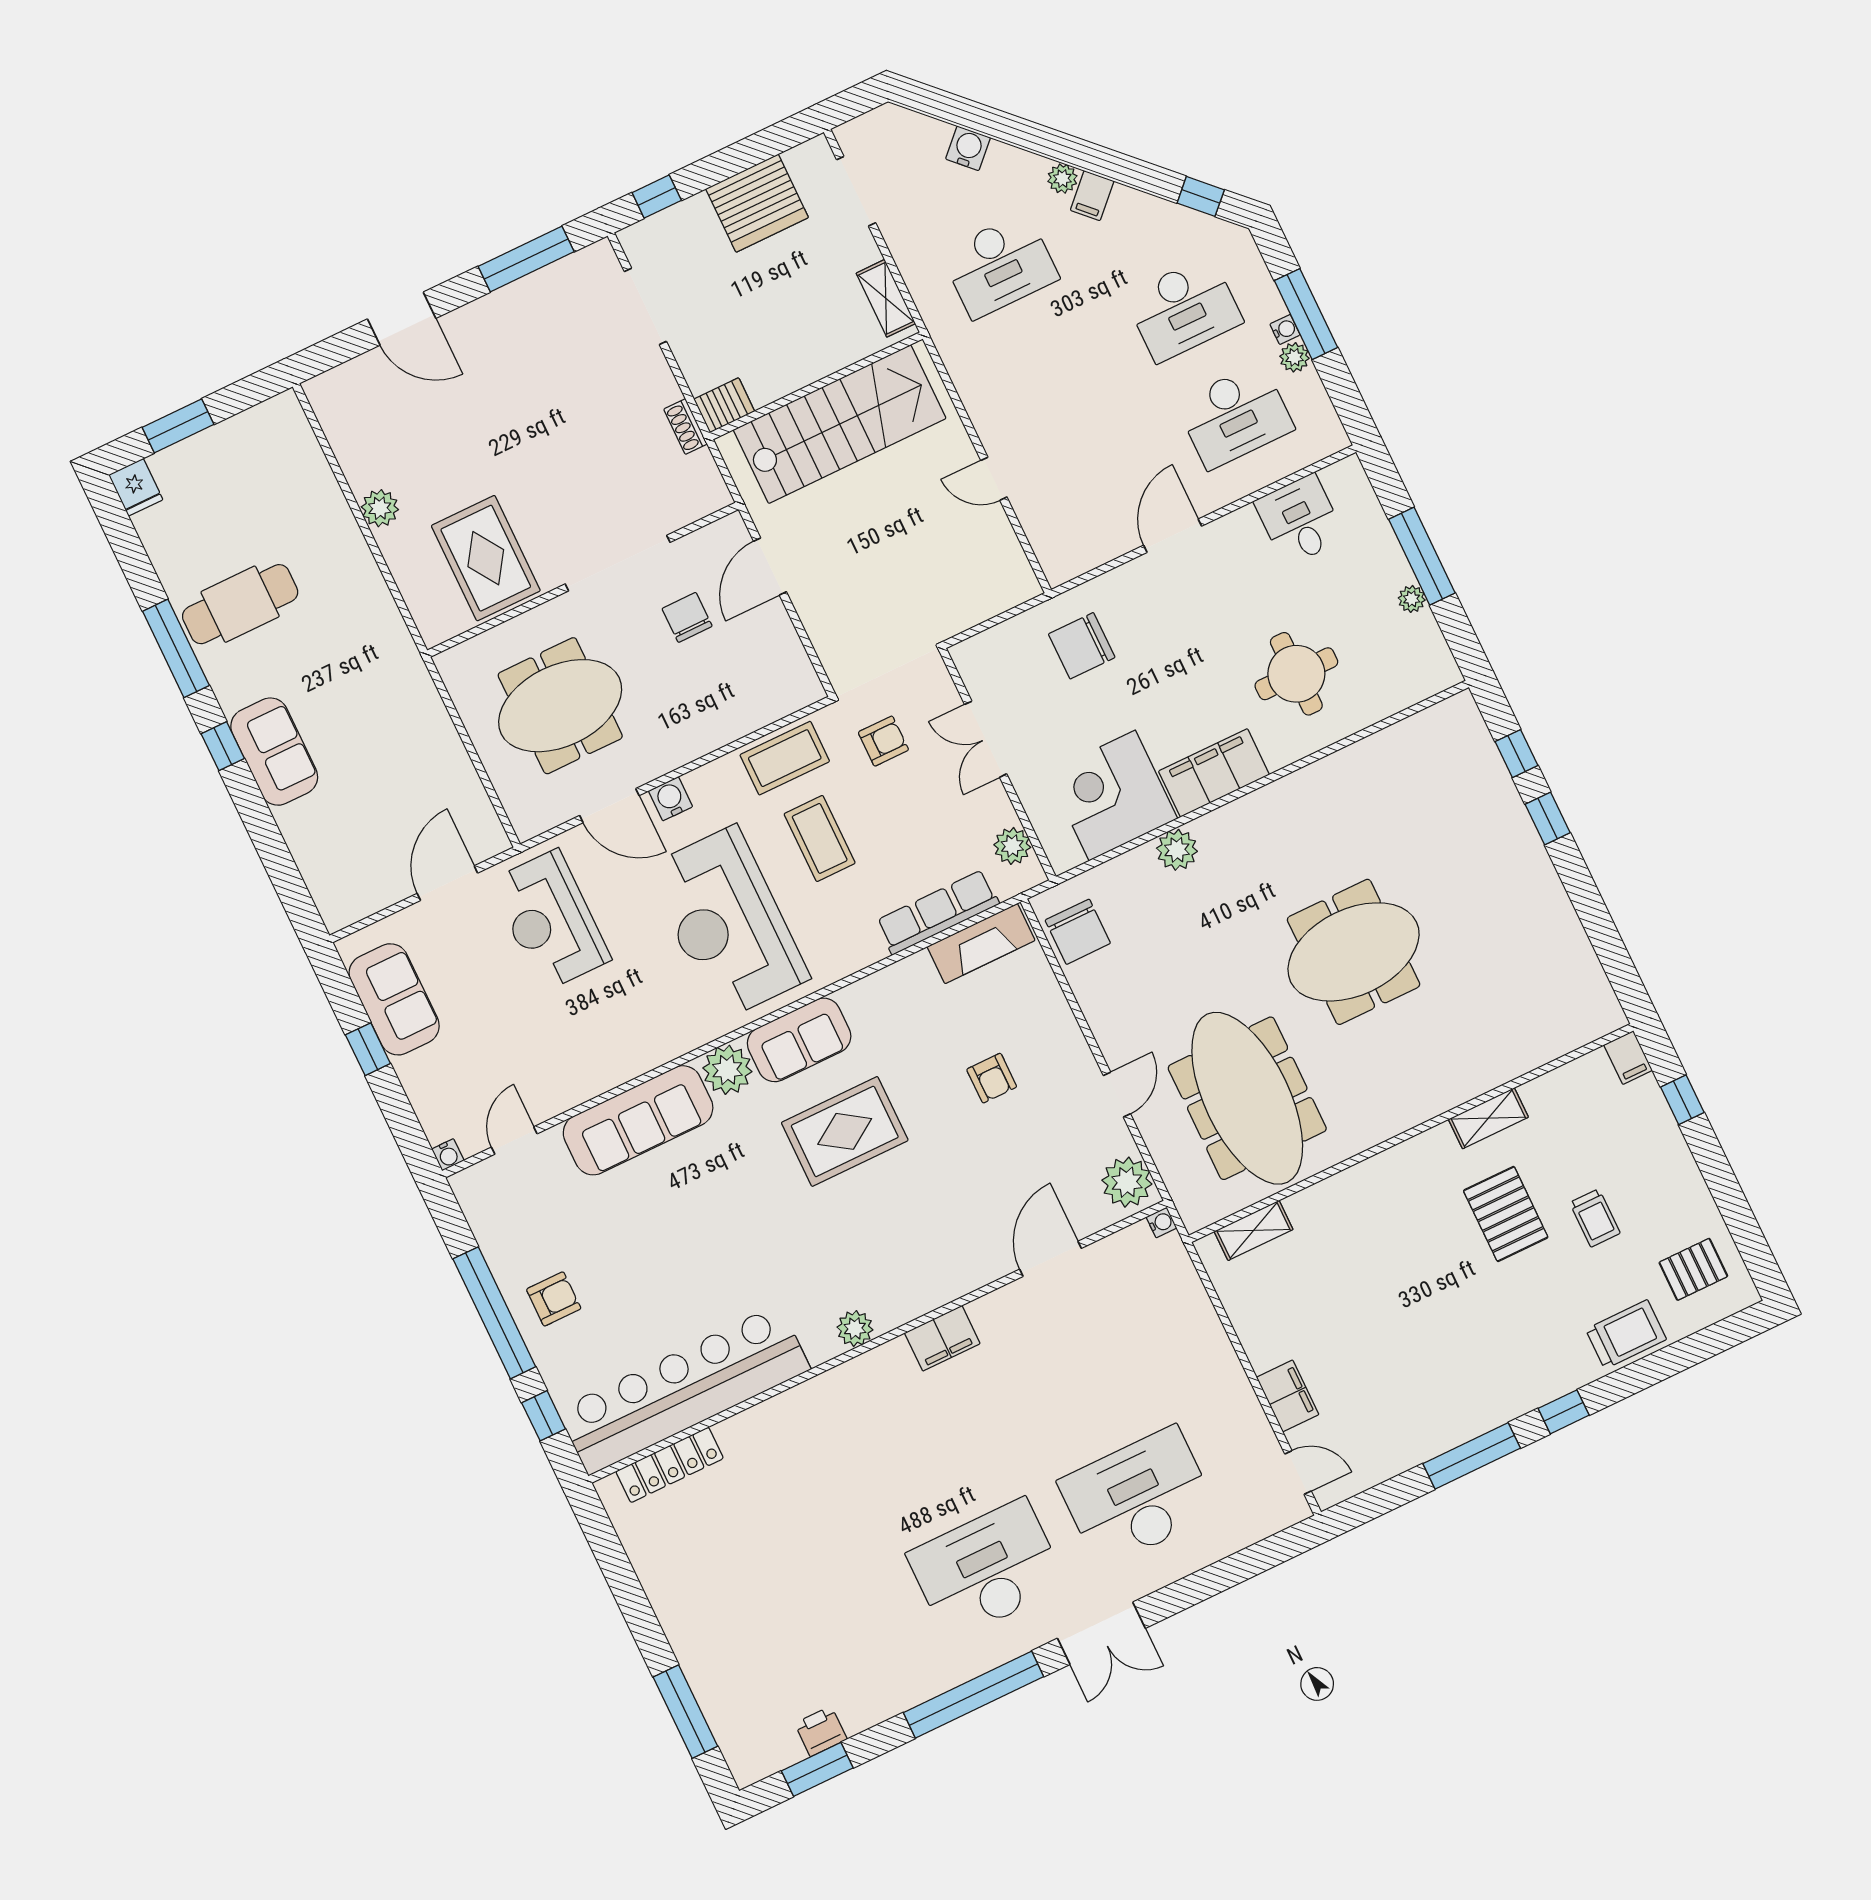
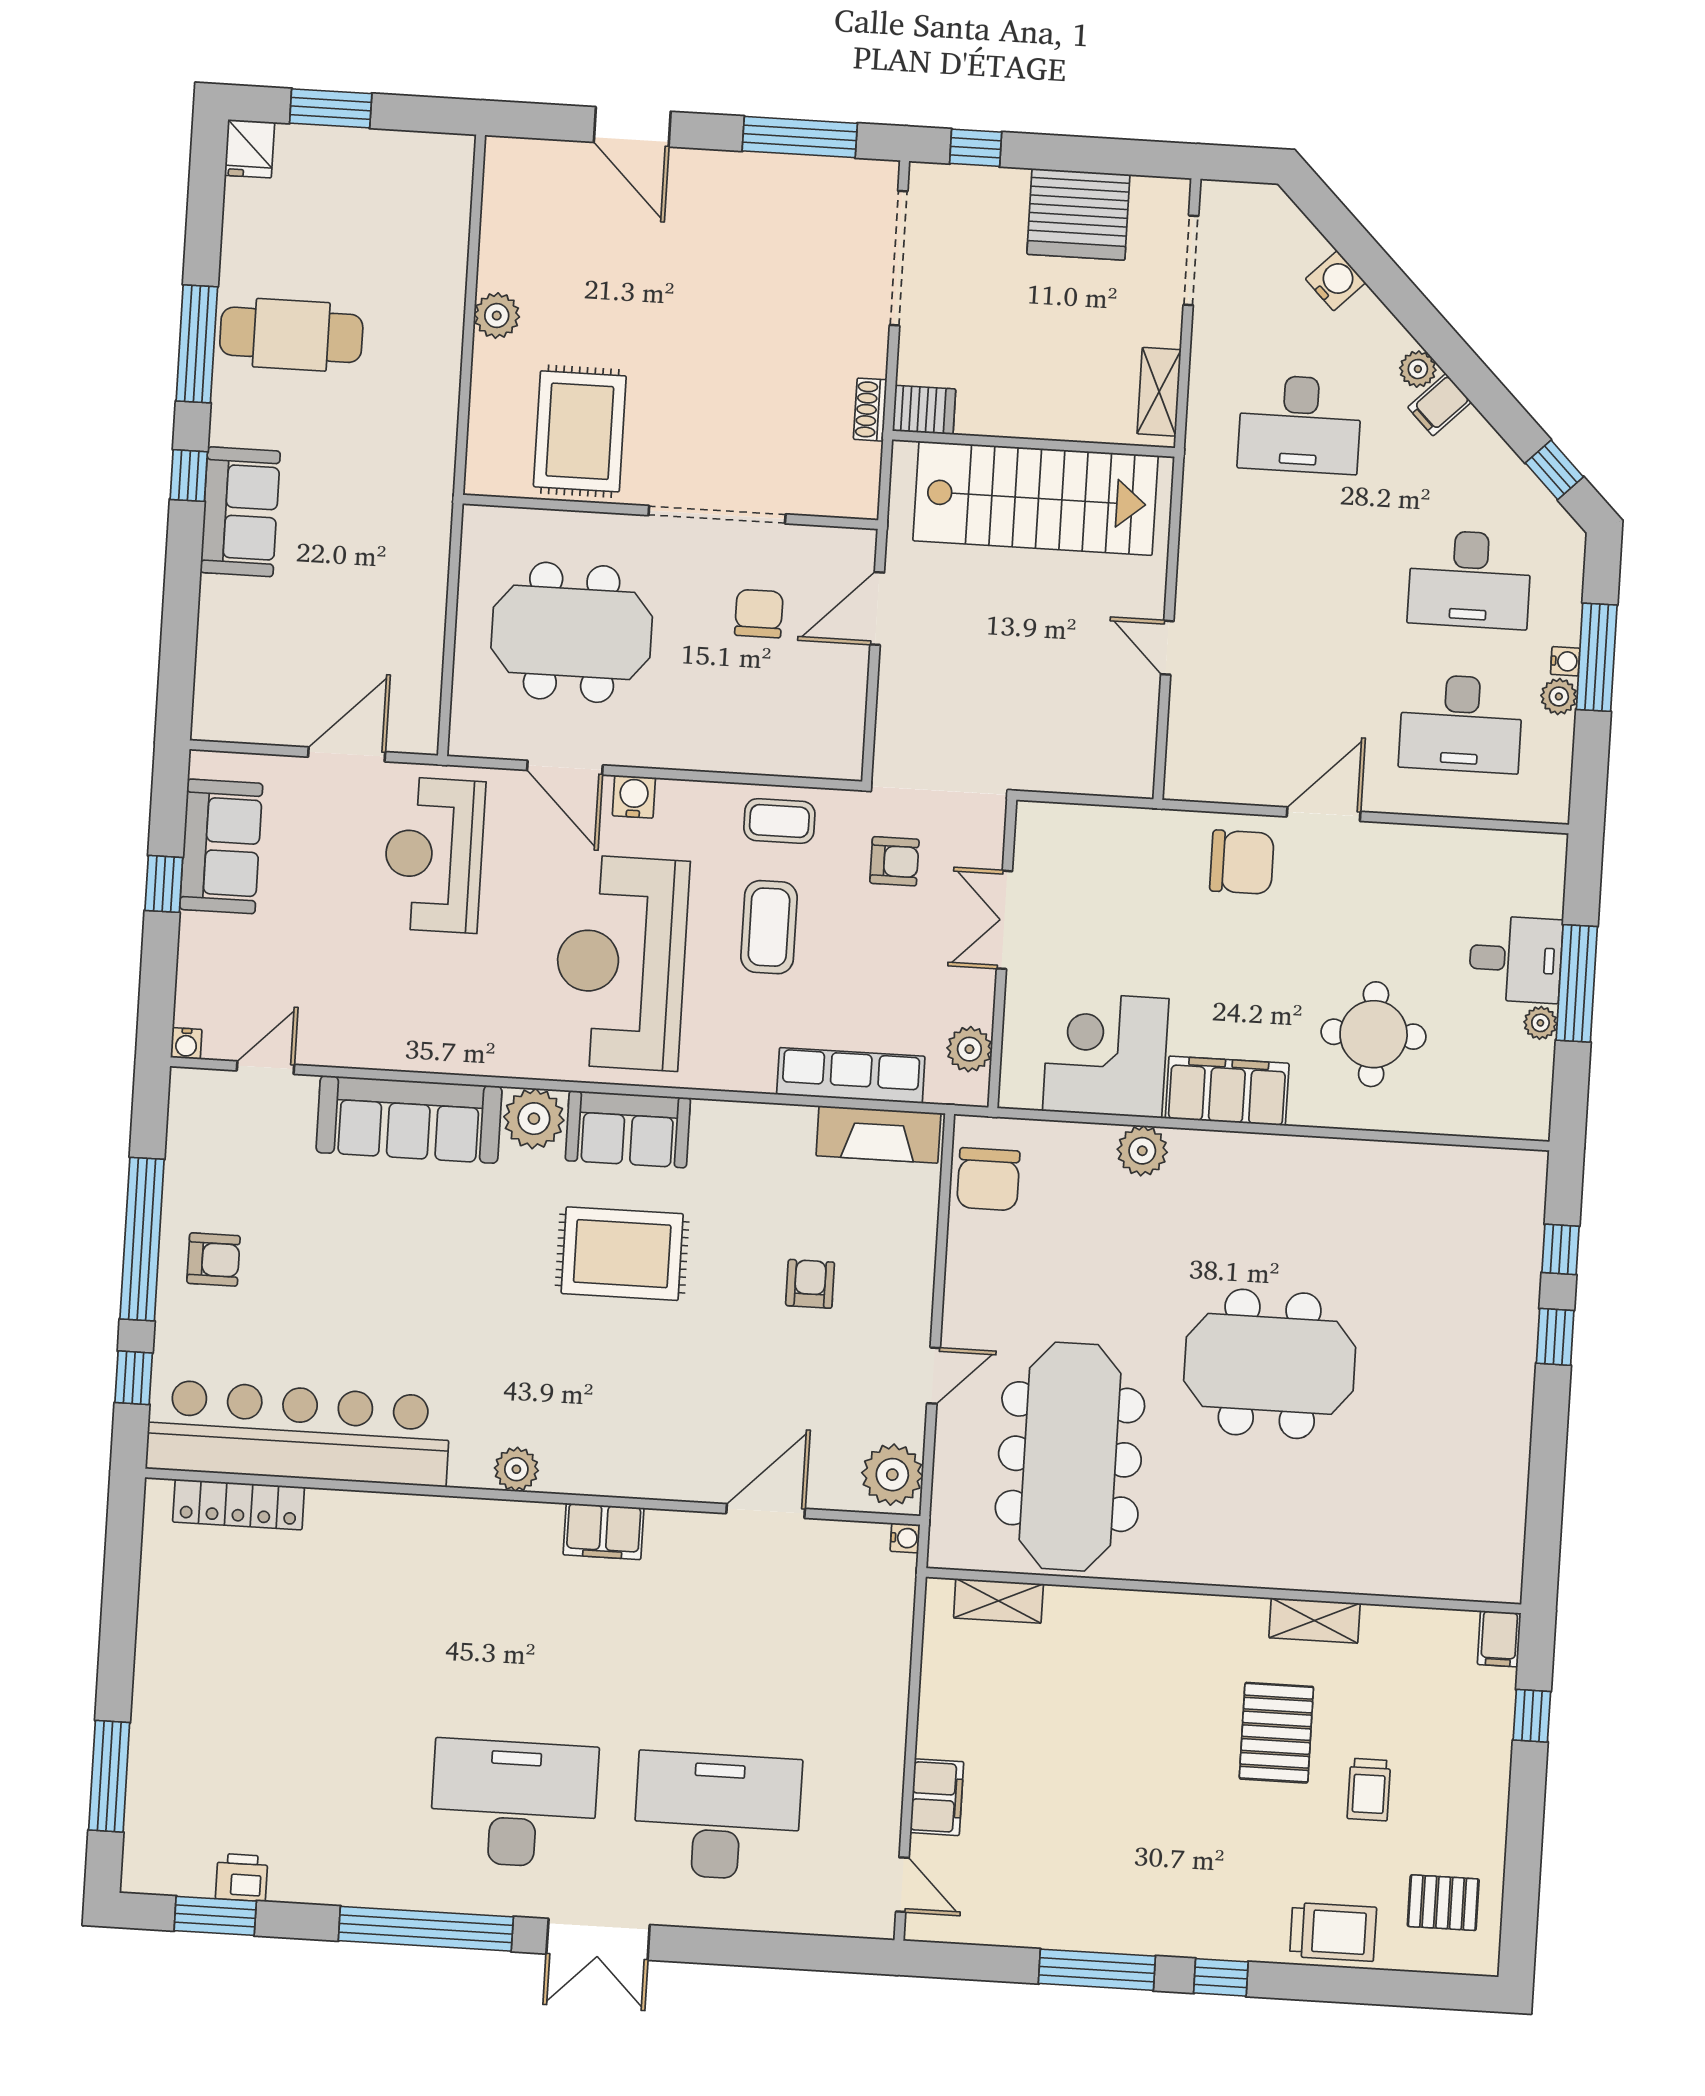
doorway: (645, 306) -> (899, 258), width x1.36
desk: (1300, 520) -> (1516, 959), moved, turned 90
chair: (1082, 646) -> (1242, 862), moved, turned 180
coffee table: (785, 758) -> (779, 821), width x0.73, depth x0.77
armchair: (992, 1078) -> (810, 1284), turned 180

